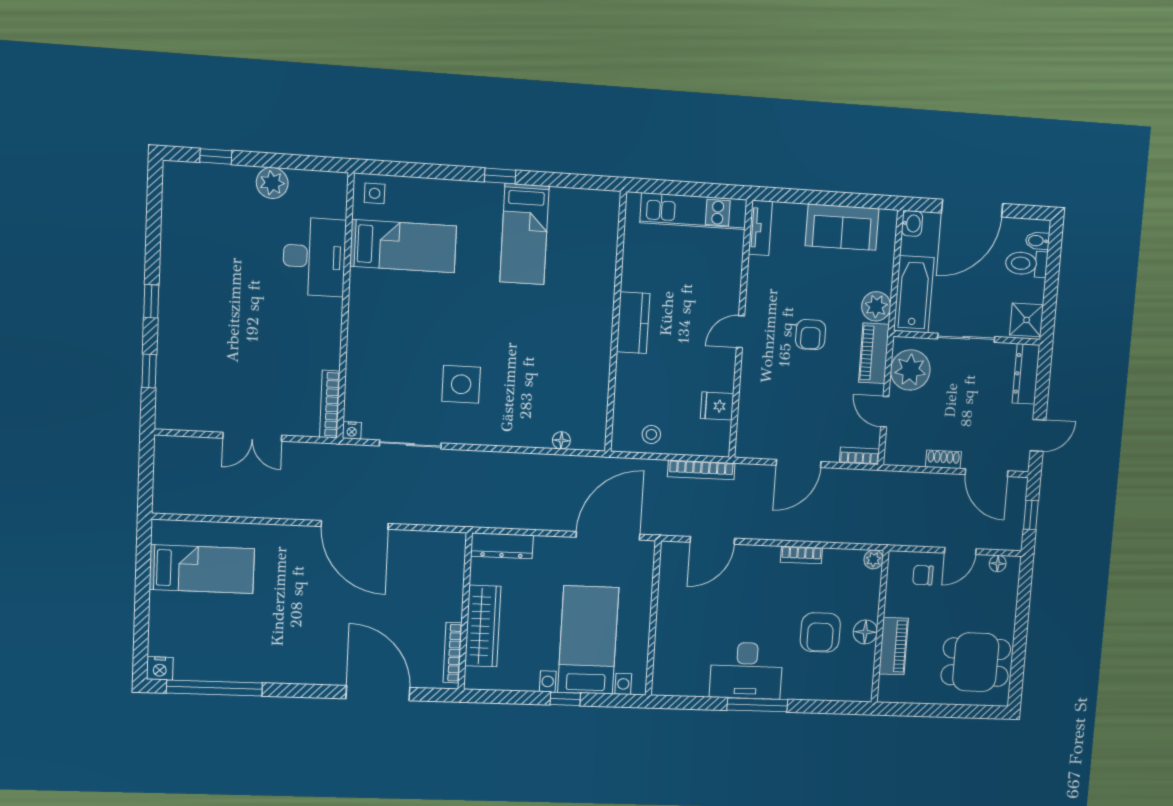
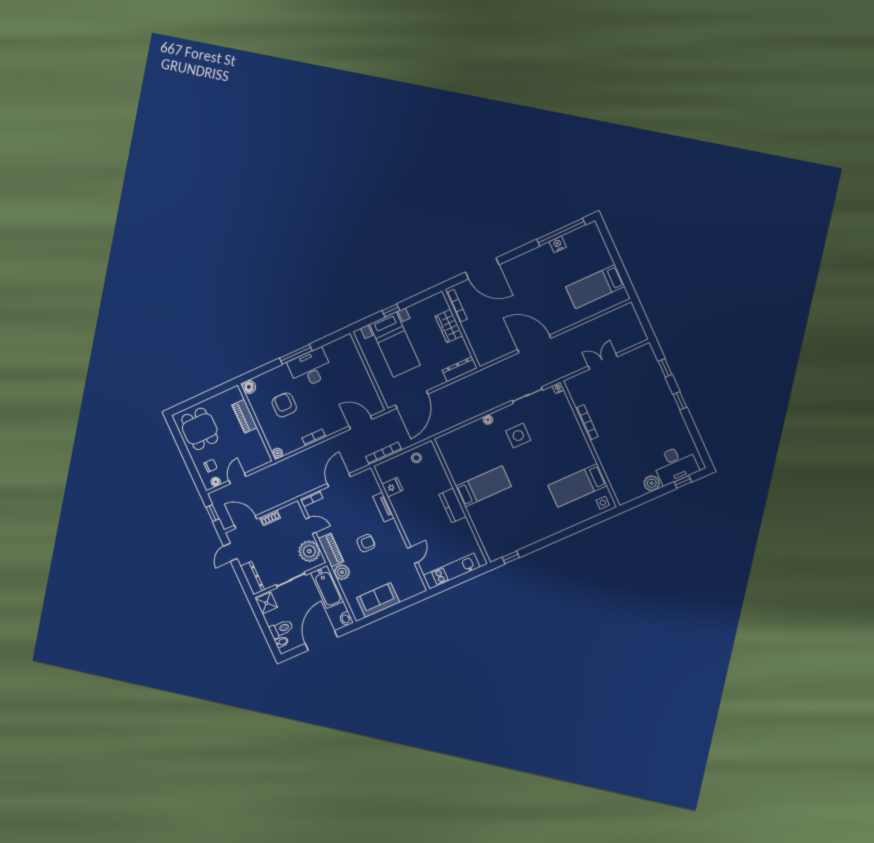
window: (500, 176) -> (511, 557), moved
tv unit: (760, 228) -> (383, 507), moved
bed: (524, 234) -> (483, 486), moved, turned 90
desk: (314, 257) -> (675, 464), moved, turned -90
door: (740, 332) -> (413, 555), moved
armchair: (811, 335) -> (366, 543), turned 90
bookcase: (330, 404) -> (587, 422), moved
floor lamp: (561, 440) -> (488, 420), moved
door: (712, 540) -> (361, 423), hinge flipped
chair: (923, 575) -> (211, 466), moved
wardrobe: (483, 626) -> (449, 326), width x0.67
floor lamp: (865, 632) -> (249, 387), moved
dining table: (976, 662) -> (200, 429), turned 90
nightstand: (160, 668) -> (558, 244), moved

